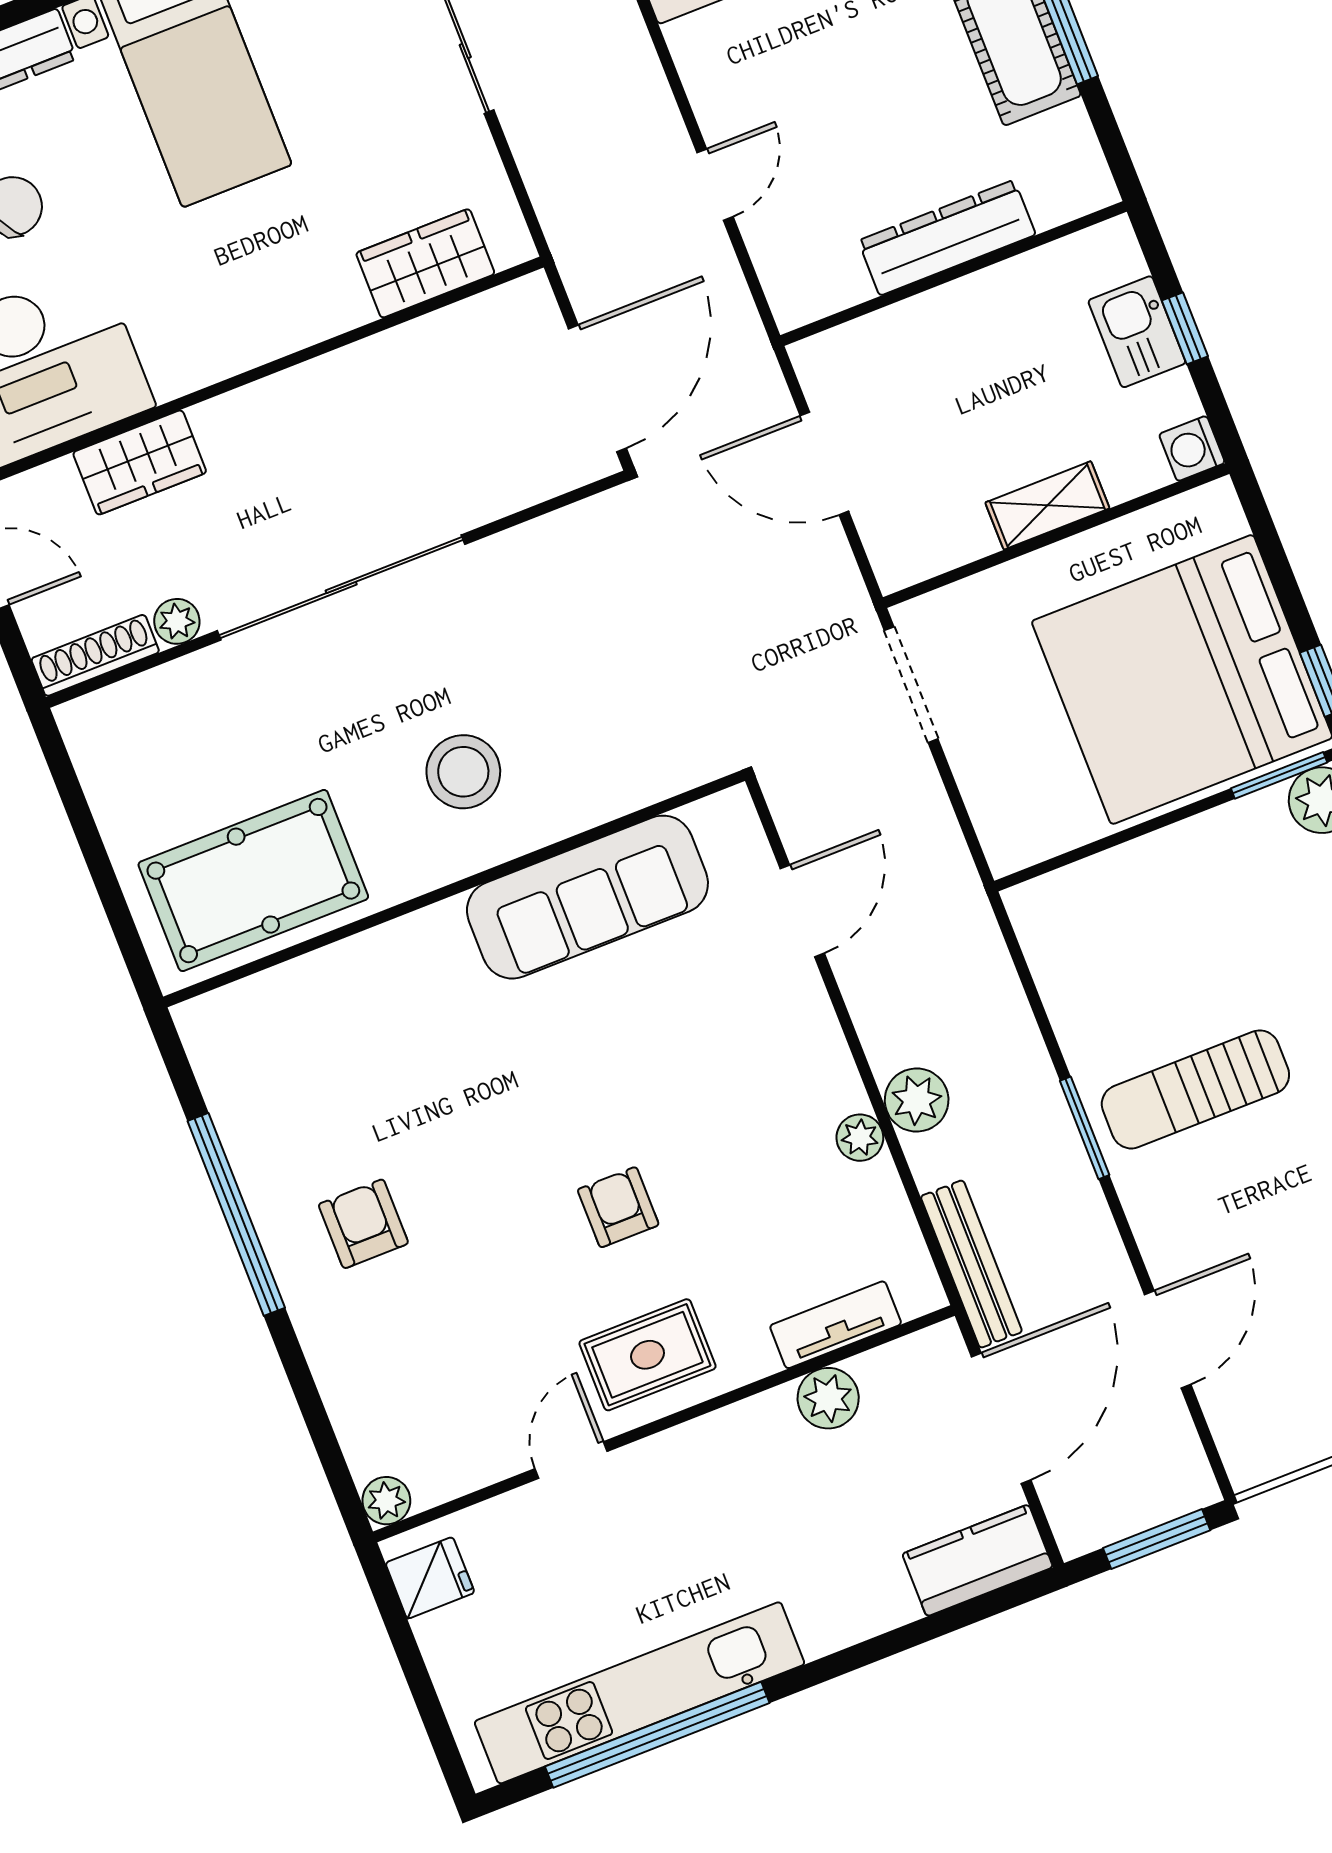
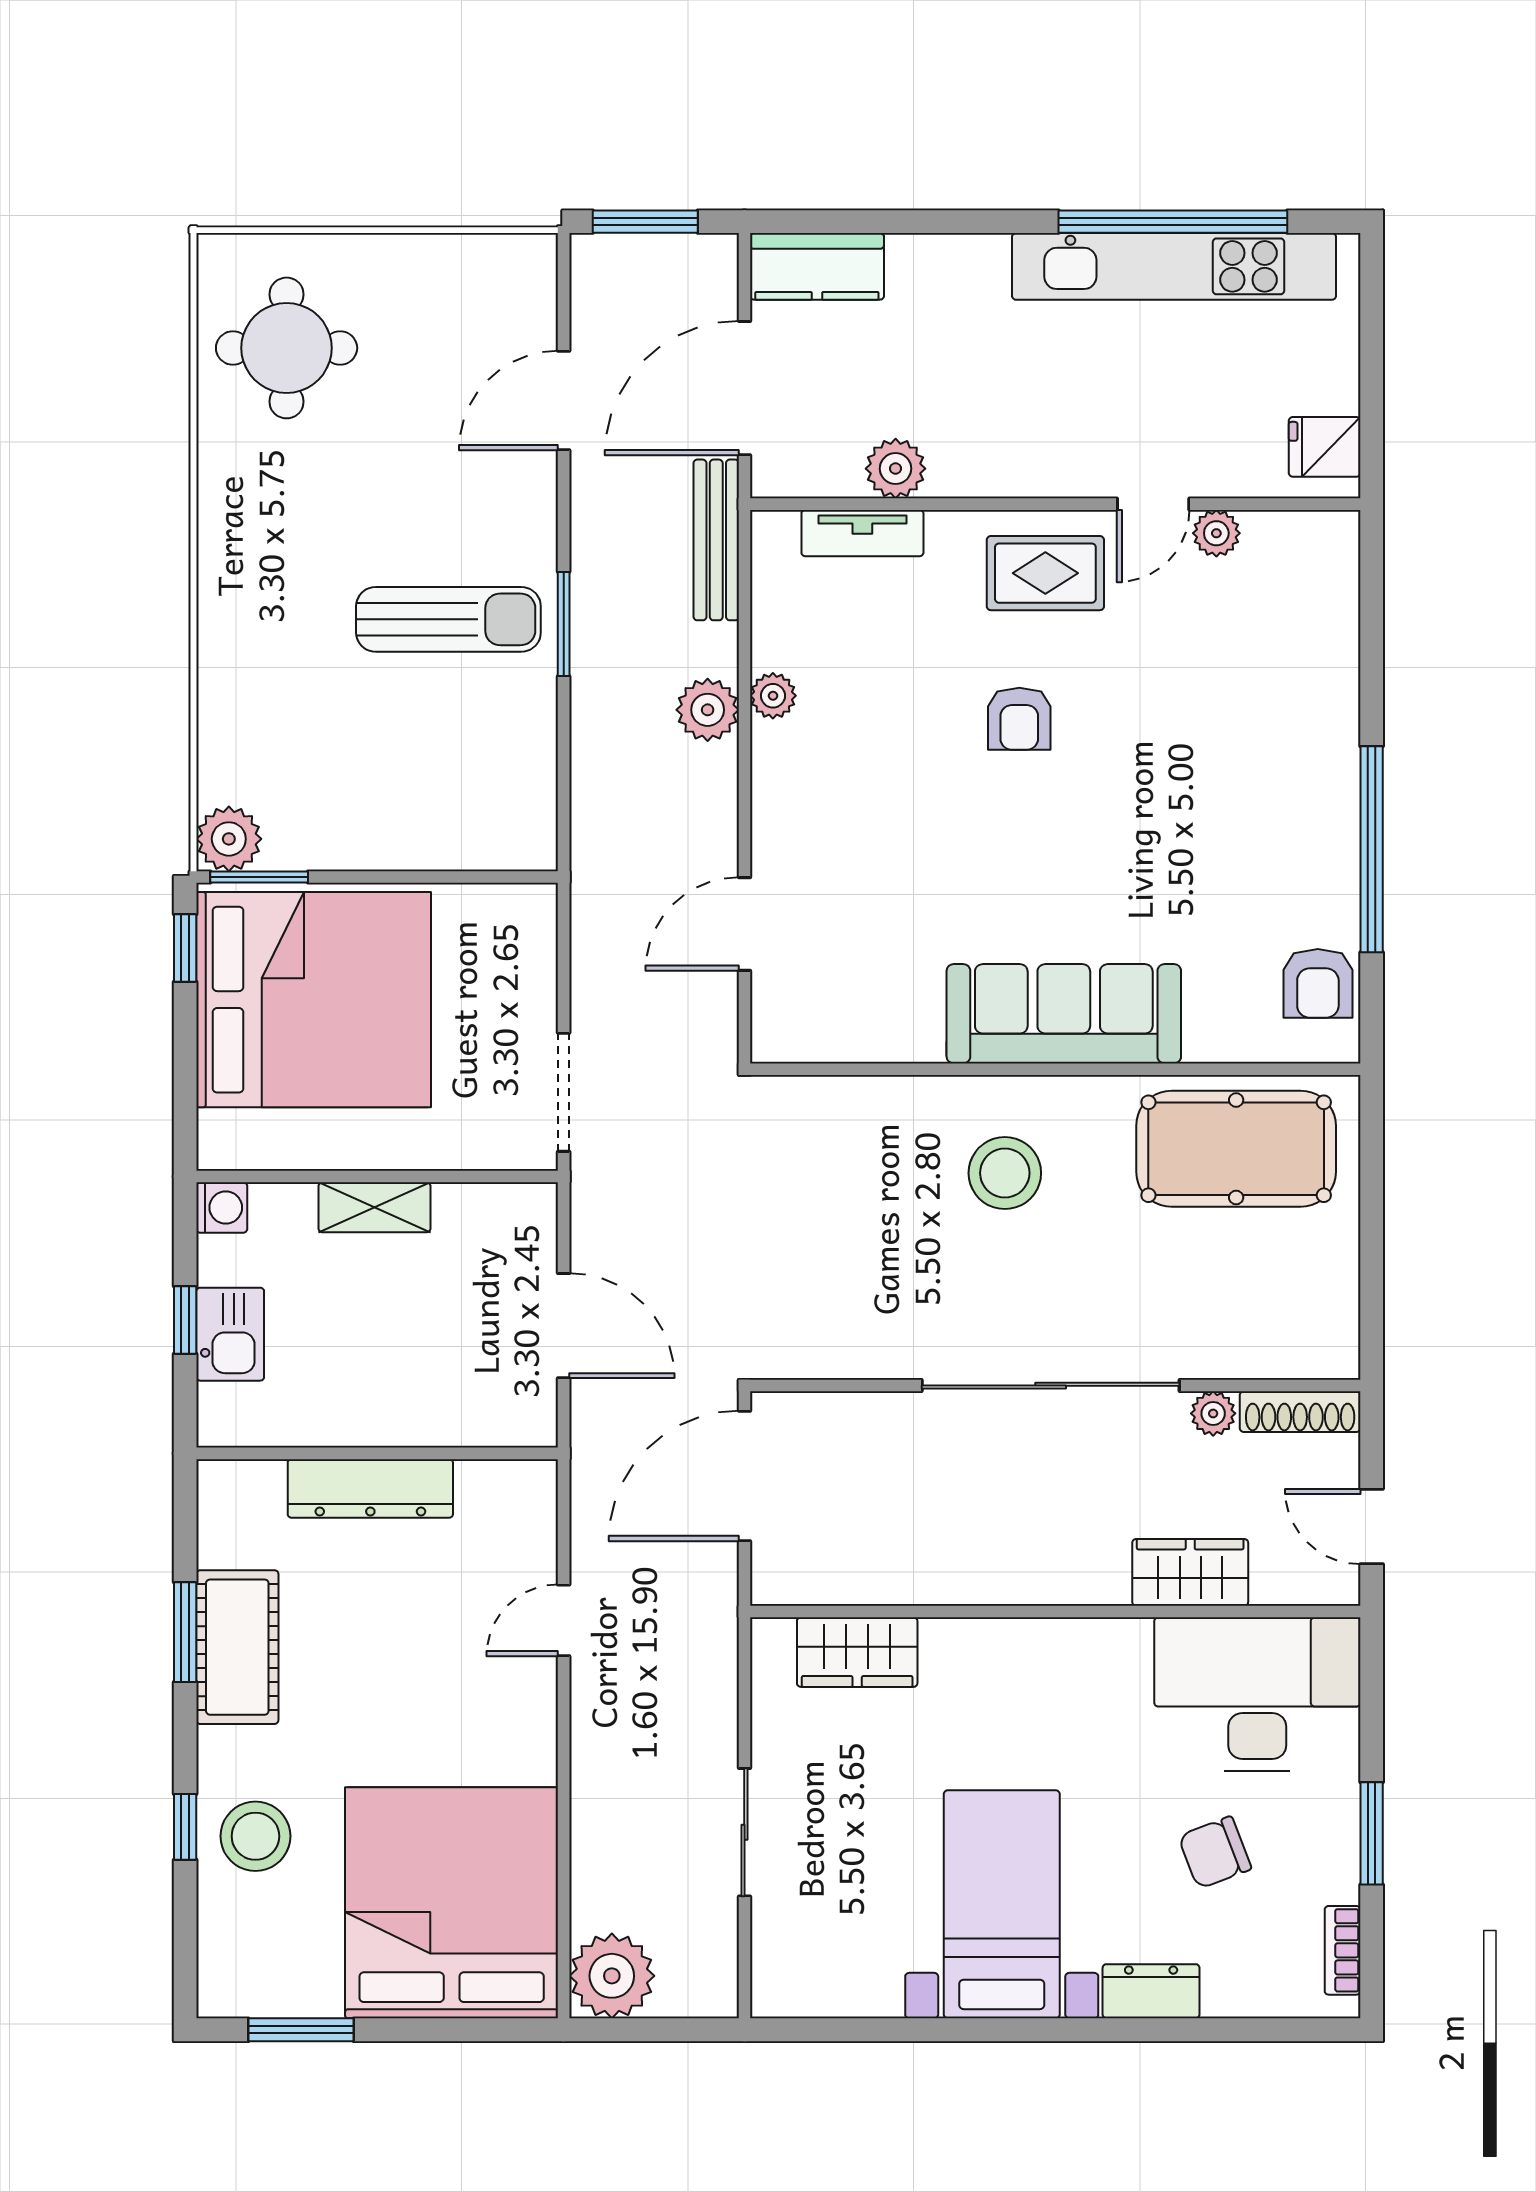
sofa: (587, 897) -> (1064, 1014), moved
armchair: (363, 1224) -> (1318, 983), moved
plant: (386, 1501) -> (1216, 533), moved

